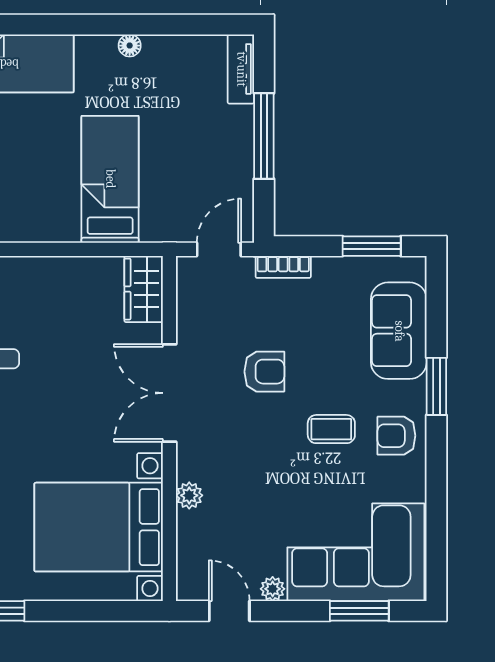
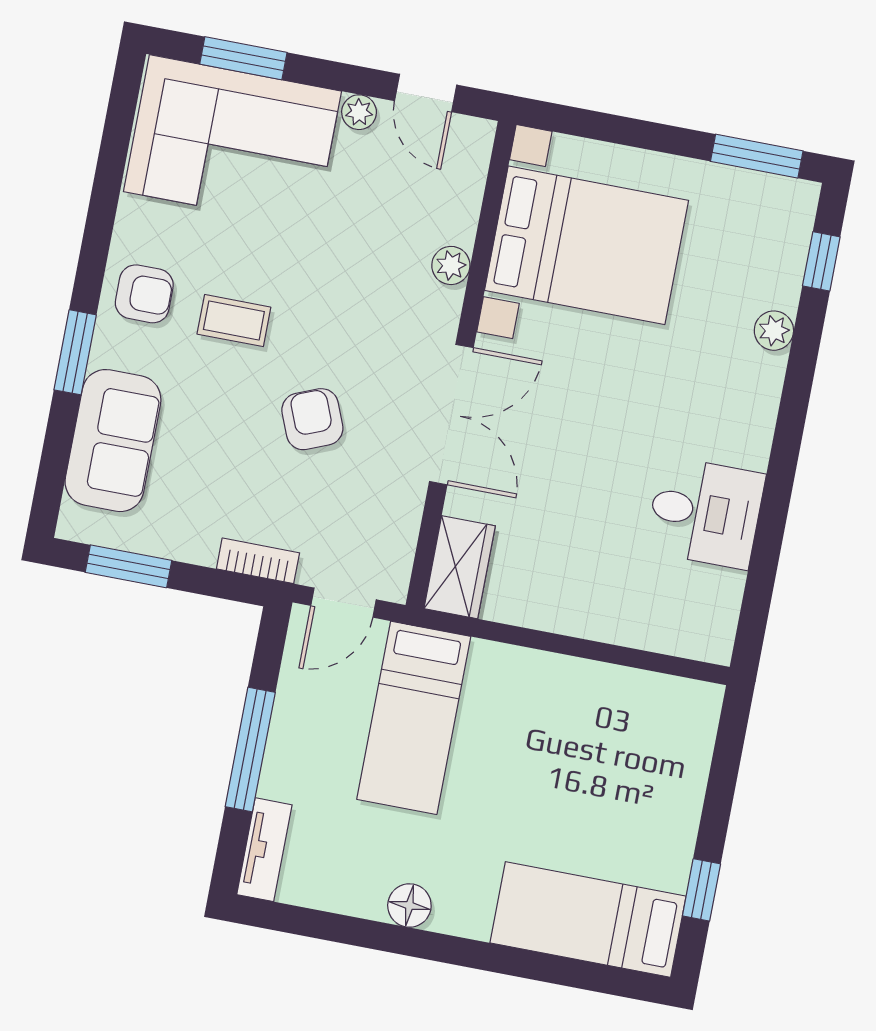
floor lamp: (130, 46) -> (409, 906), width x1.37, depth x1.37
bed: (110, 179) -> (414, 718), moved
armchair: (264, 372) -> (312, 419), turned 68

